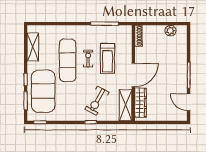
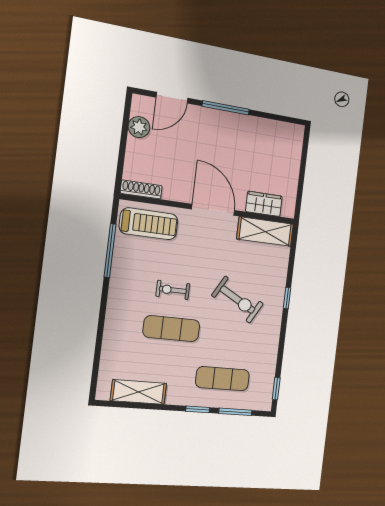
treadmill: (107, 58) -> (149, 224), moved
exercise mat: (68, 60) -> (171, 329), width x0.73, depth x0.69
exercise mat: (43, 91) -> (223, 379), width x0.50, depth x0.69
exercise bike: (97, 101) -> (238, 300), moved
door: (189, 102) -> (172, 98), moved
wardrobe: (141, 103) -> (264, 204), width x0.67

